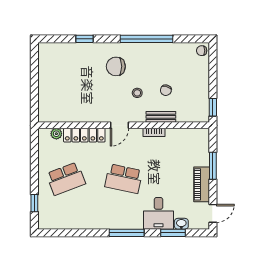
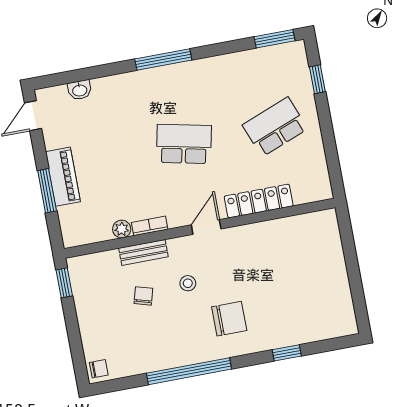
plant: (56, 134) -> (122, 229), moved
piano: (202, 184) -> (63, 177), moved
desk: (159, 213) -> (119, 100), removed
window: (173, 233) -> (275, 39), moved

